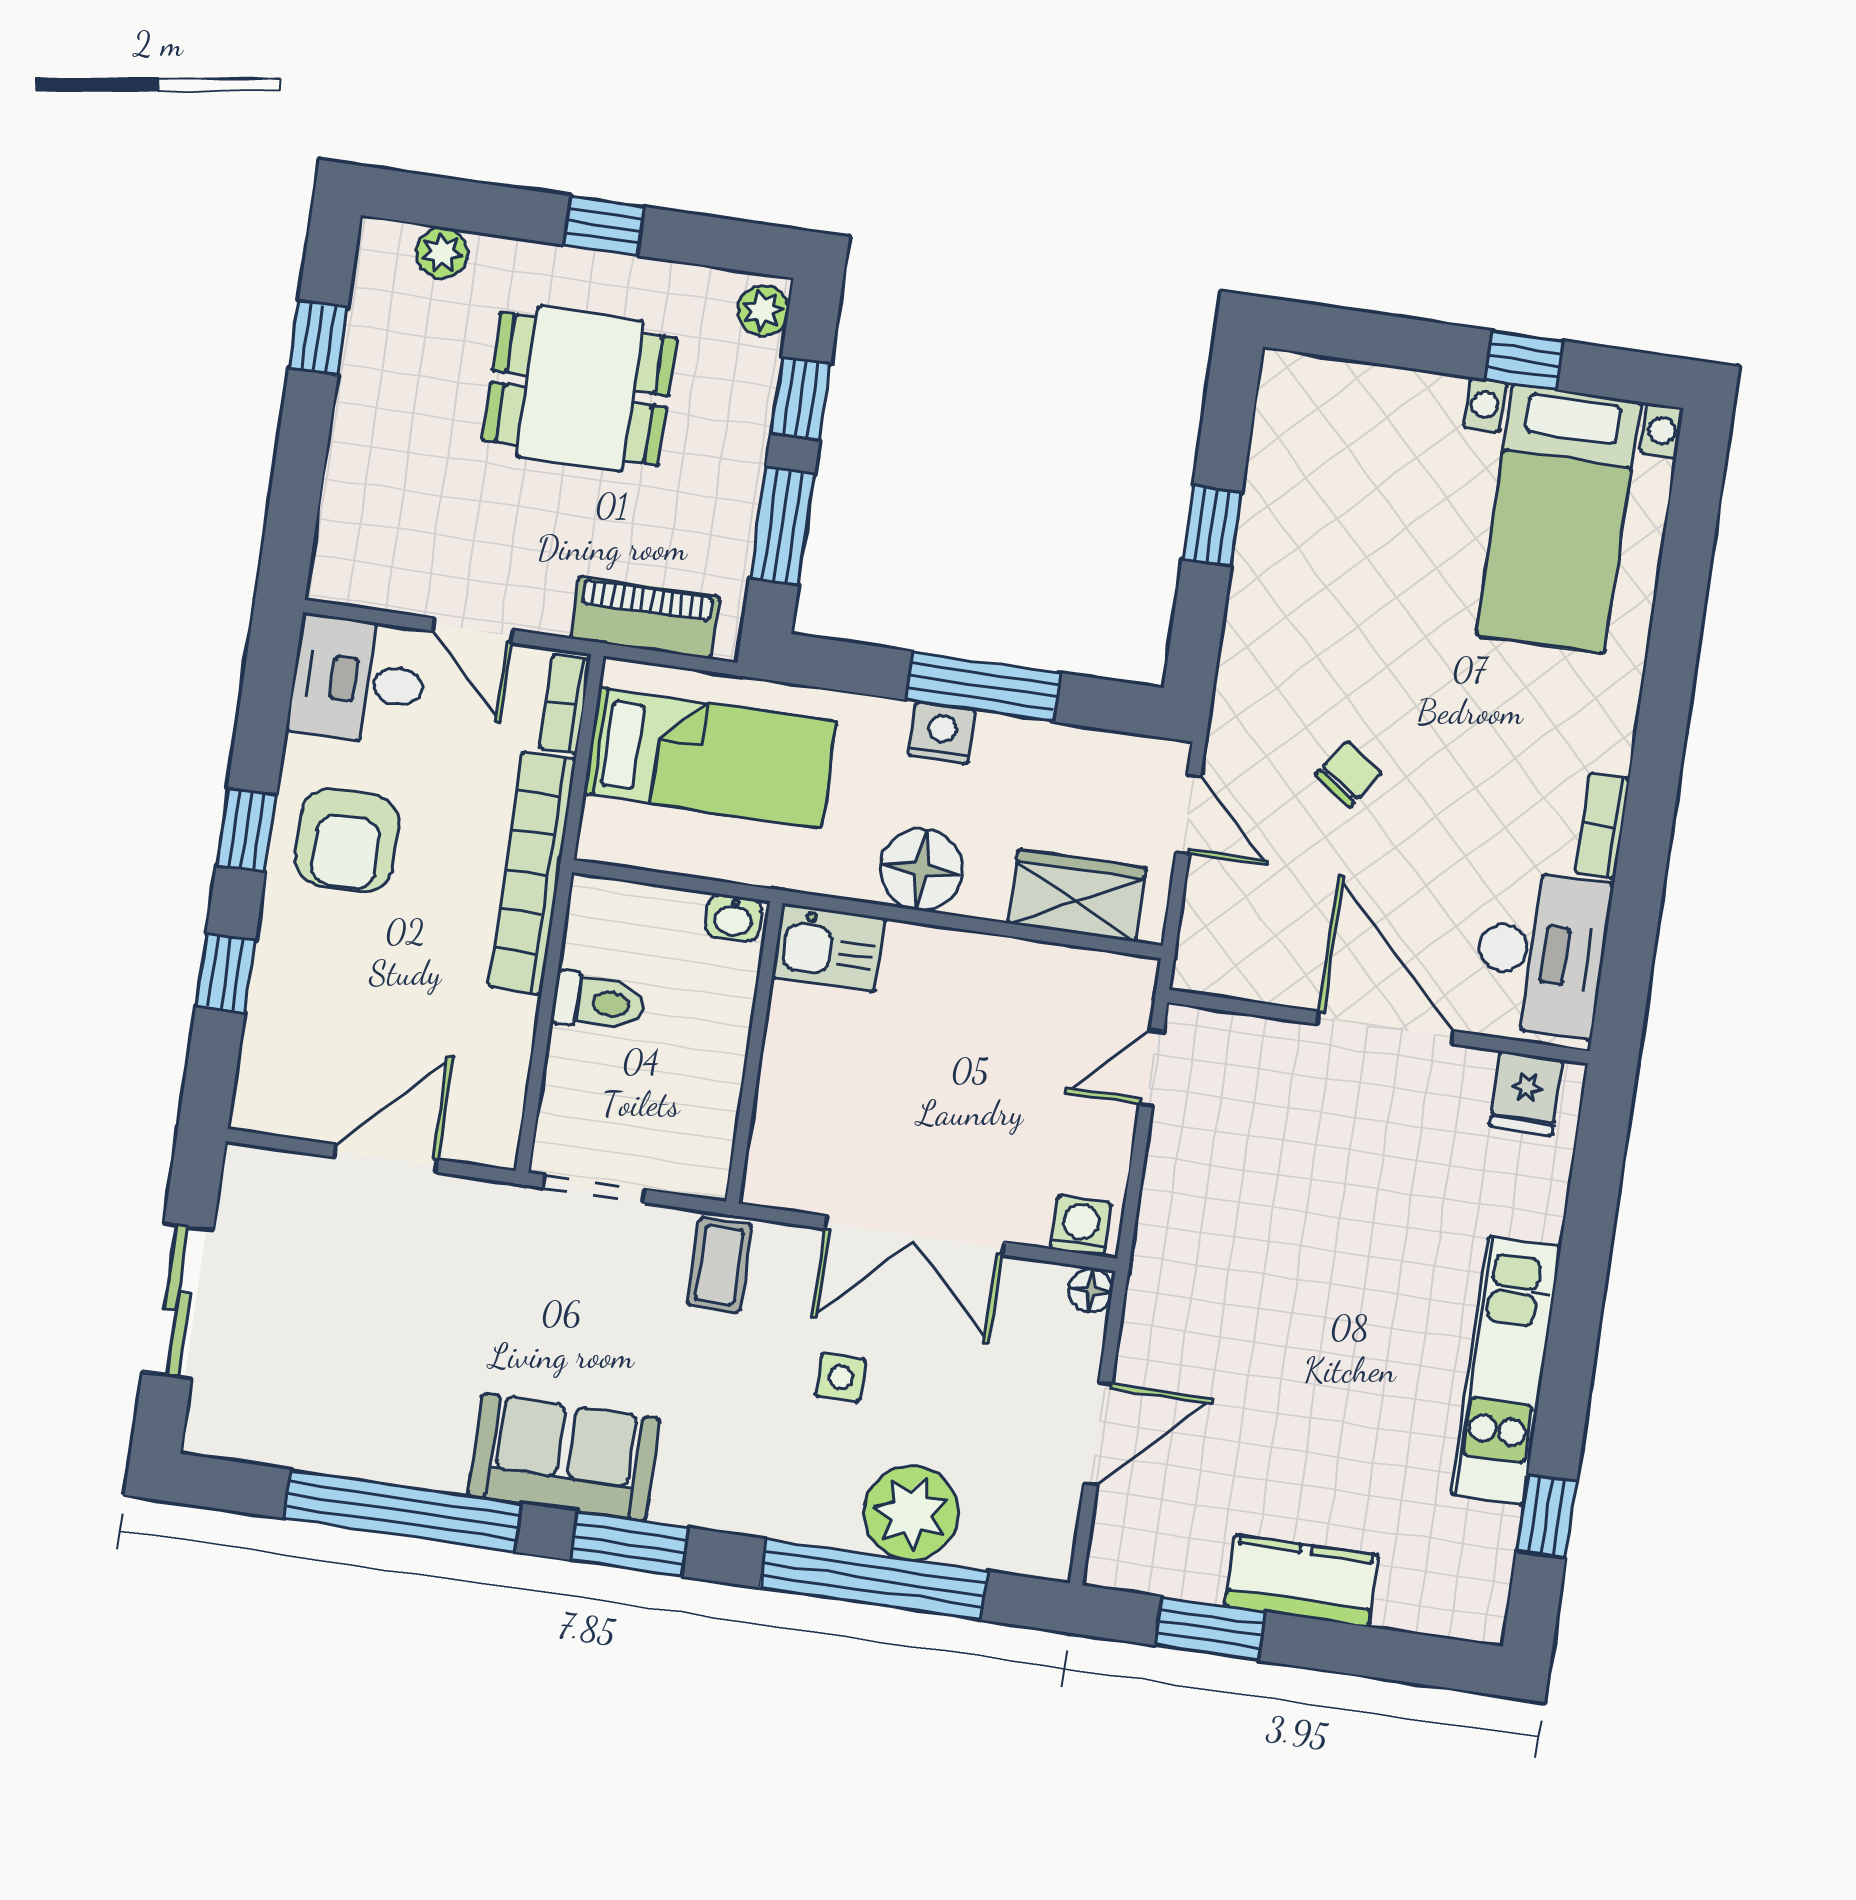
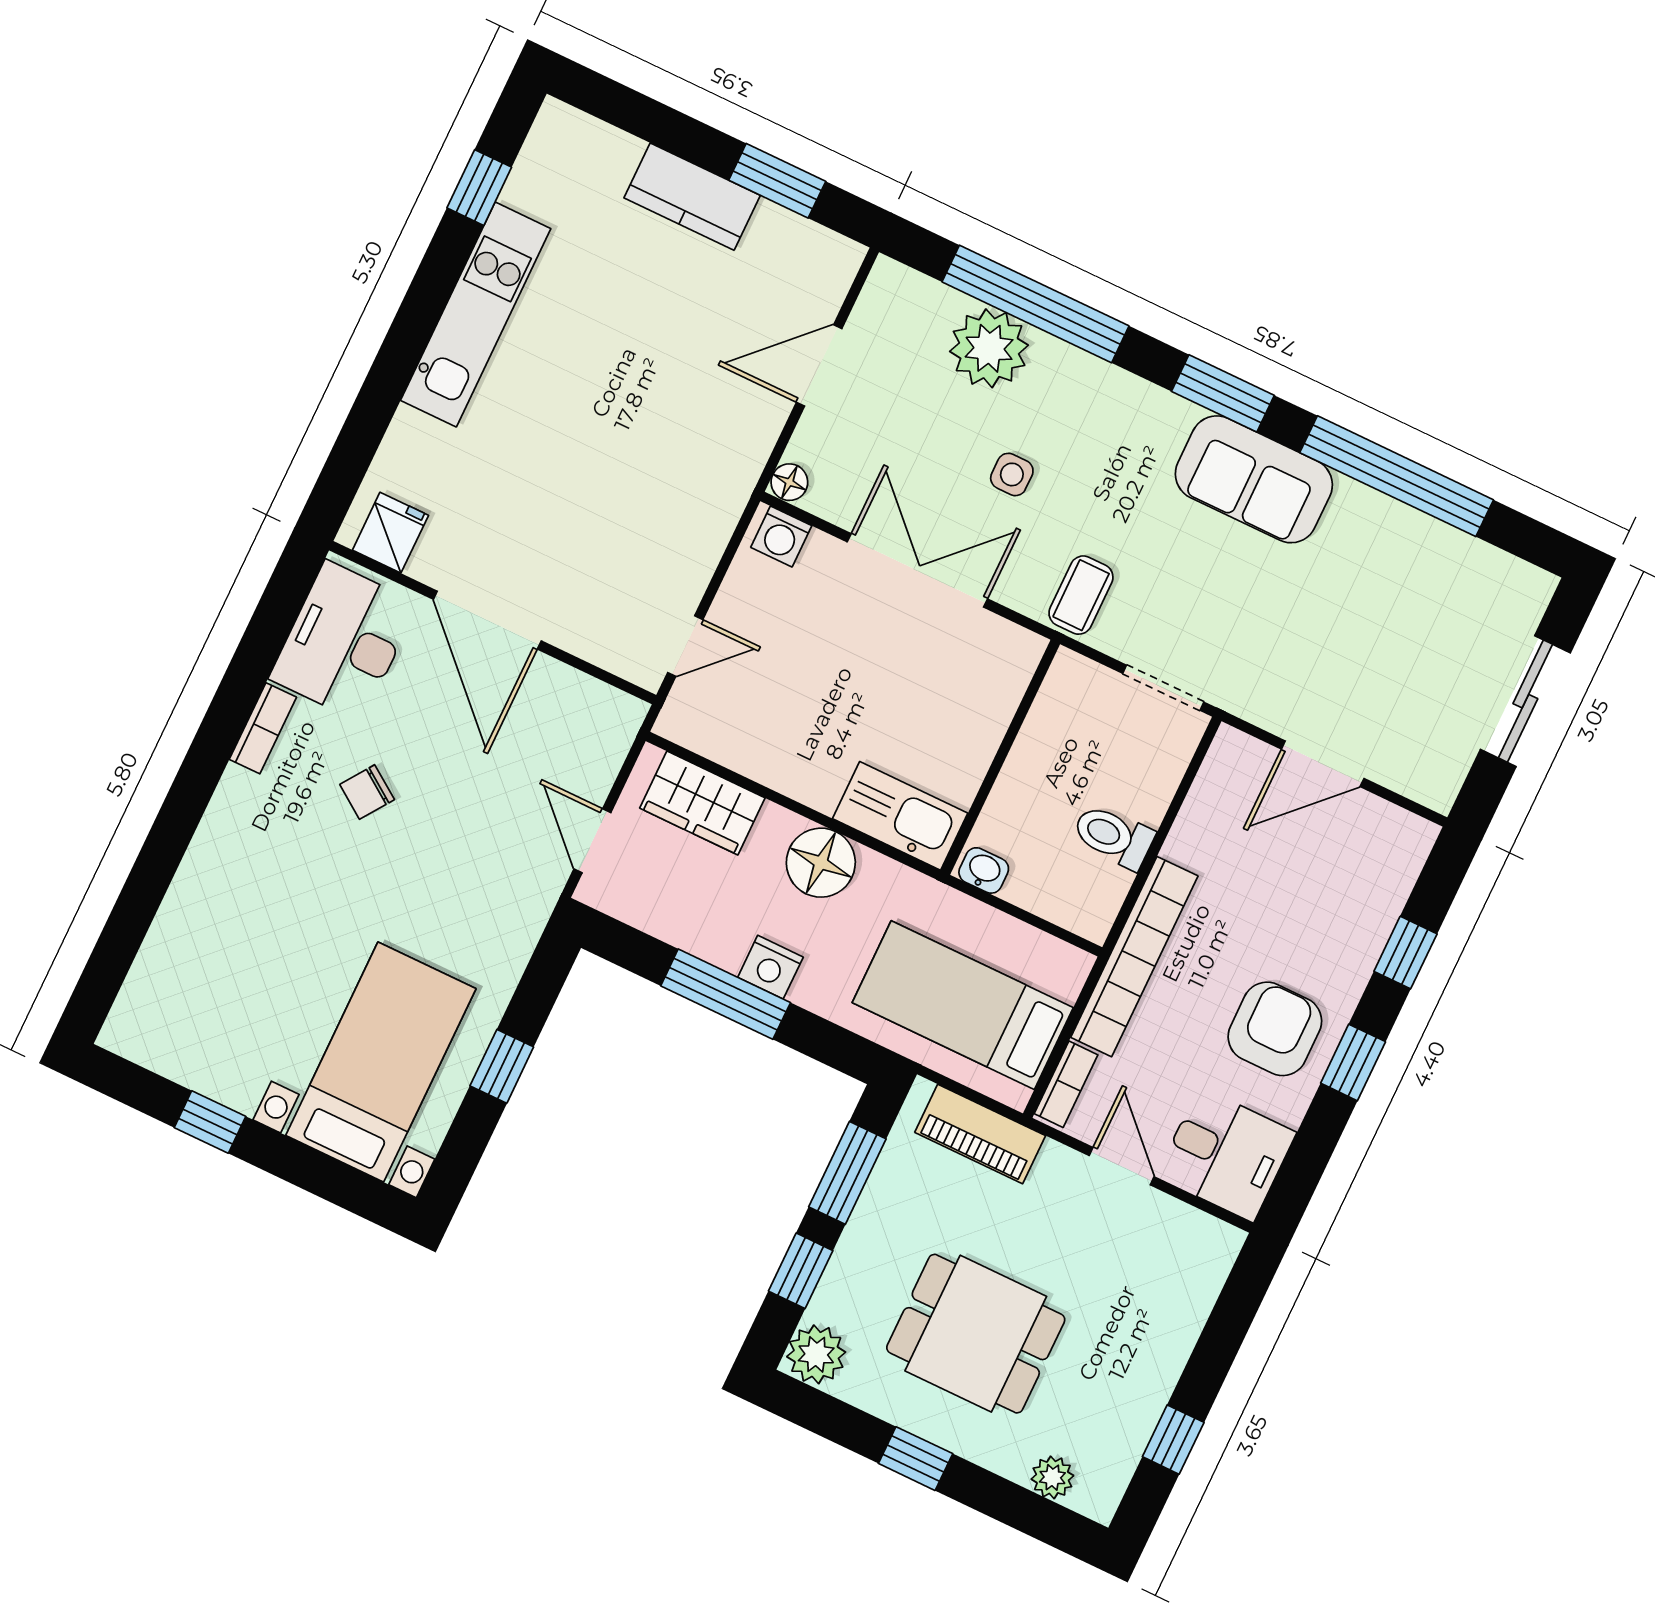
plant: (763, 311) -> (816, 1354), width x1.38, depth x1.38
bed with nightstands: (1559, 519) -> (381, 1062), moved
chair: (1348, 774) -> (367, 792), moved
kitchen sink: (828, 948) -> (900, 816), width x1.38

